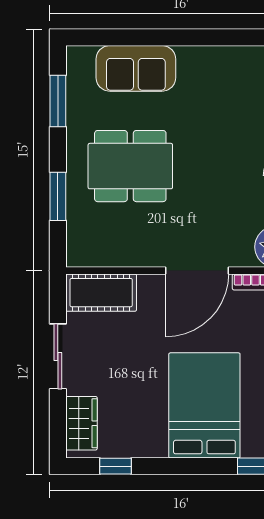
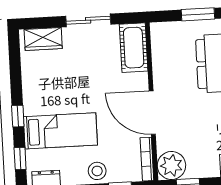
bed: (204, 405) -> (60, 131), width x0.67
window: (116, 466) -> (18, 116), moved

